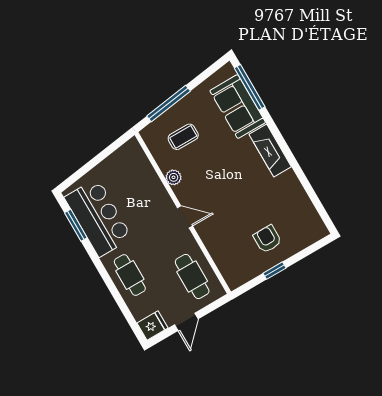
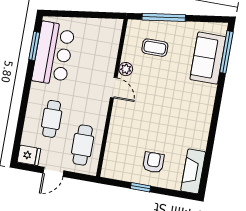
fireplace: (270, 150) -> (193, 171), moved
door: (185, 217) -> (114, 88), moved
cafe table: (130, 275) -> (52, 119), moved

